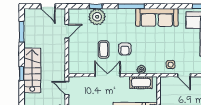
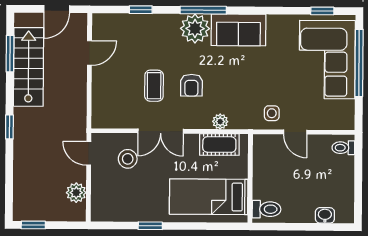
door: (48, 6) -> (57, 9), hinge flipped
plant: (97, 17) -> (195, 28), moved
sofa: (157, 17) -> (238, 30), width x0.73
stairs: (32, 70) -> (28, 67), moved
double door: (108, 75) -> (161, 131), swing flipped
stool: (89, 91) -> (128, 159), added

